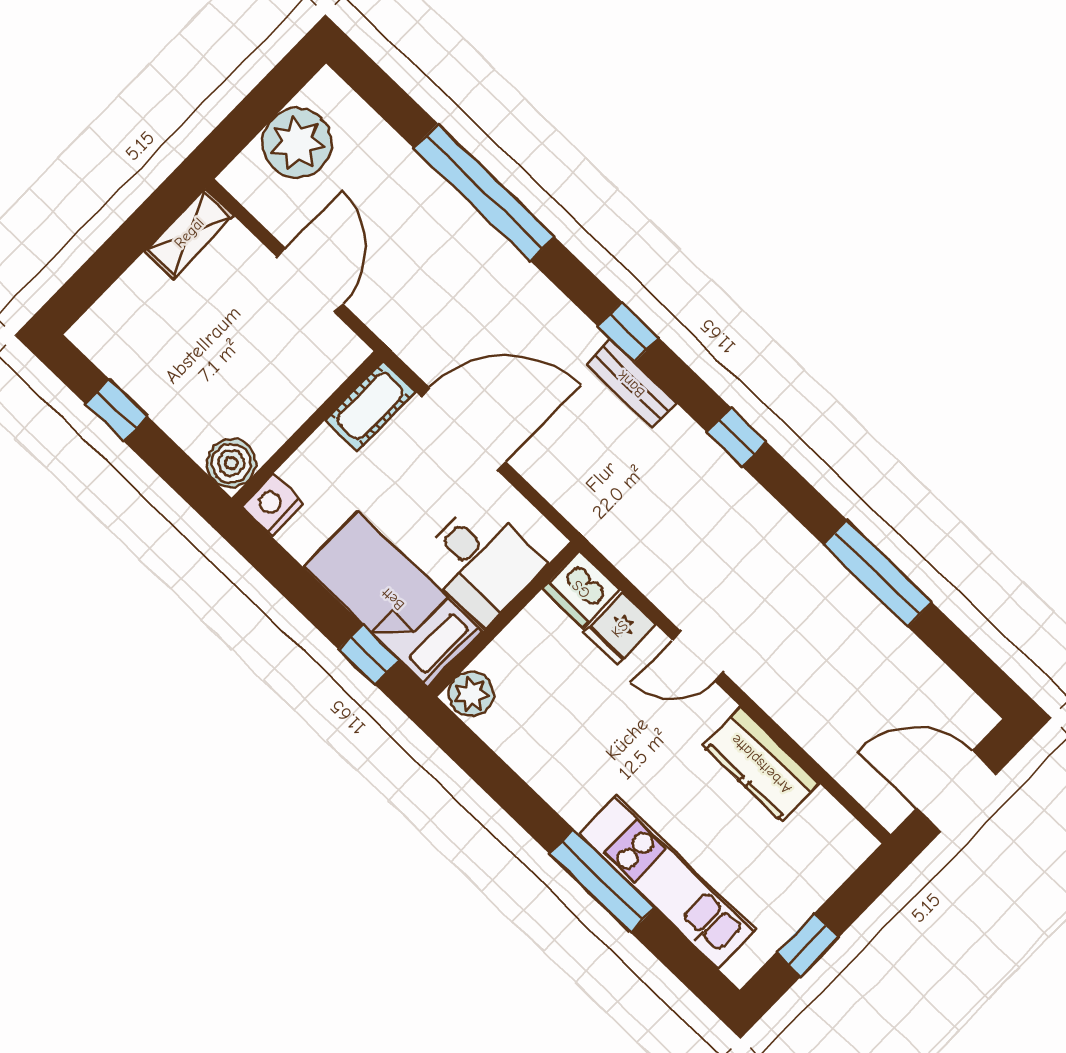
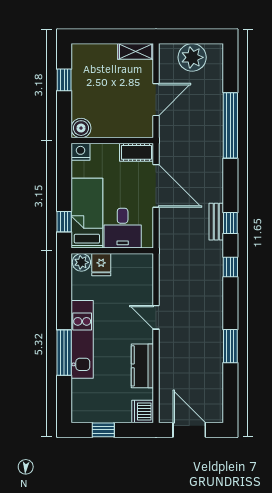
window: (628, 332) -> (230, 223), moved
window: (877, 574) -> (230, 346), width x0.69
dishwasher: (581, 589) -> (143, 412), moved
fridge: (620, 629) -> (101, 265), moved, turned -90
kitchen unit: (667, 882) -> (82, 339), moved

